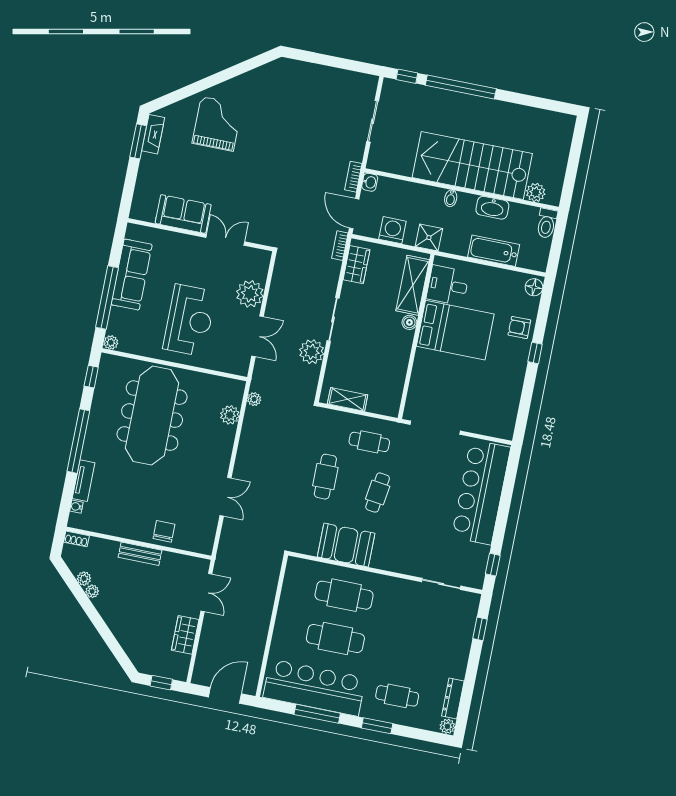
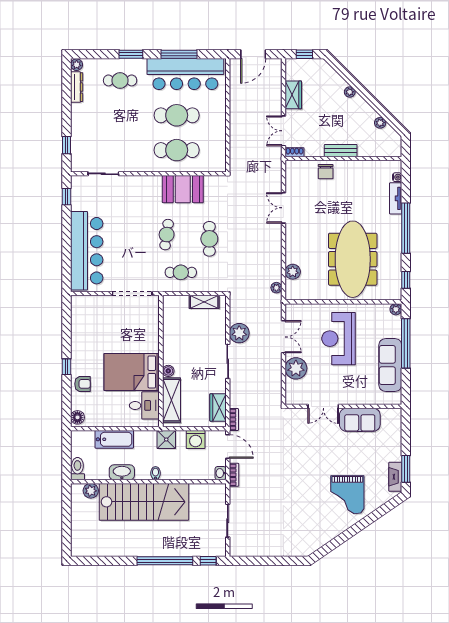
double door: (258, 336) -> (283, 337), swing flipped
shoe rack: (76, 539) -> (295, 152), moved
plant: (92, 591) -> (350, 92), moved

